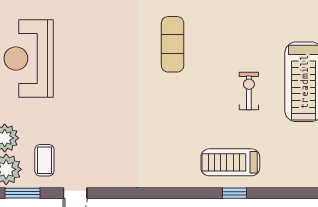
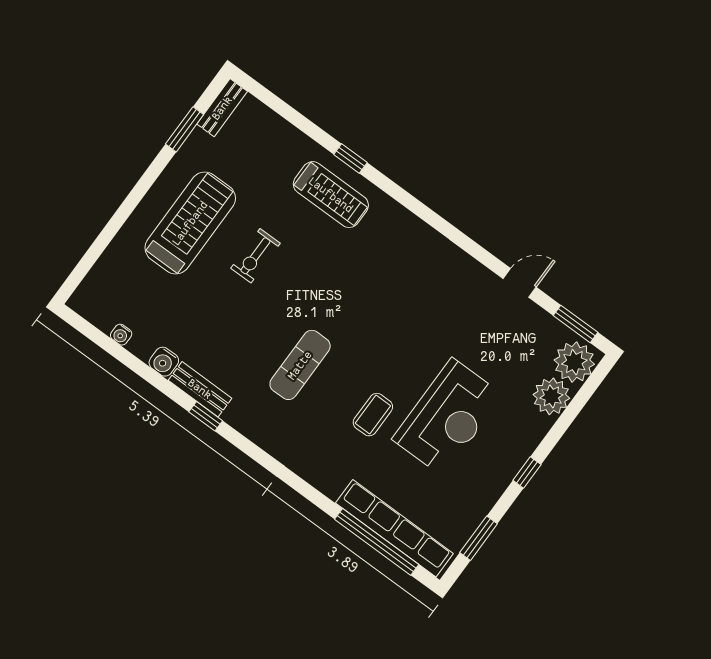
reception desk: (29, 58) -> (448, 417), moved
coffee table: (44, 160) -> (373, 415), moved

